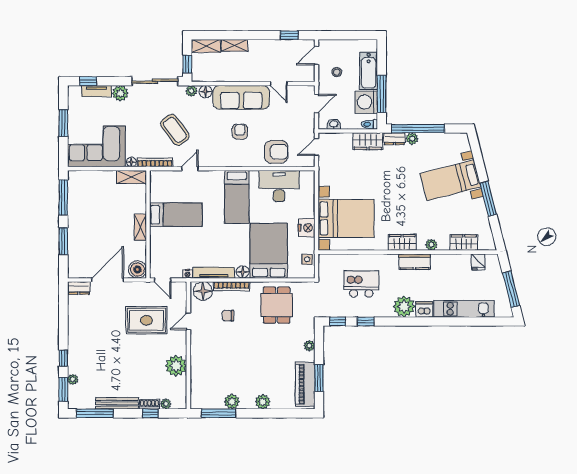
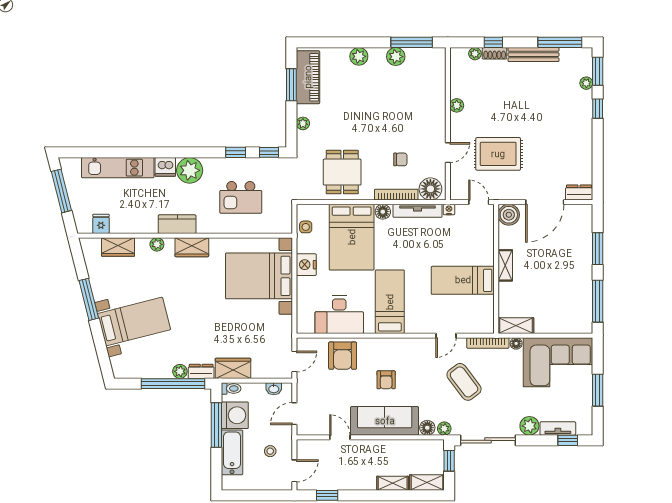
armchair: (276, 152) -> (343, 356), turned -90
plant: (176, 366) -> (457, 105), width x0.53, depth x0.53

